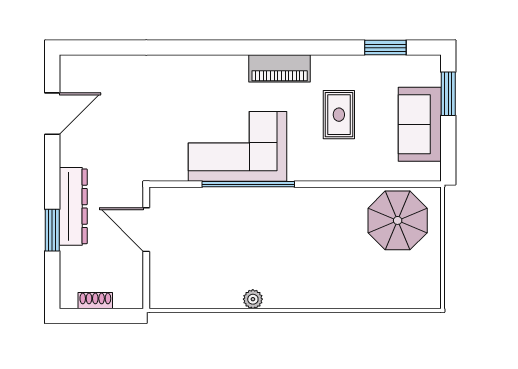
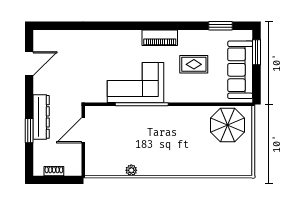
rug: (339, 115) -> (194, 64), turned 90
sofa: (420, 124) -> (240, 70), width x1.36
door: (146, 230) -> (83, 130), hinge flipped
plant: (253, 299) -> (131, 170), moved

